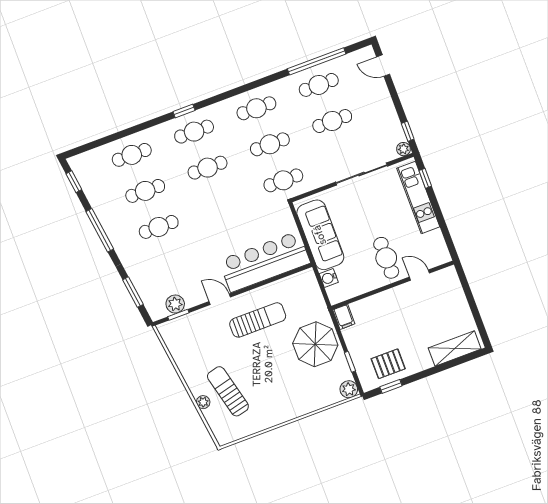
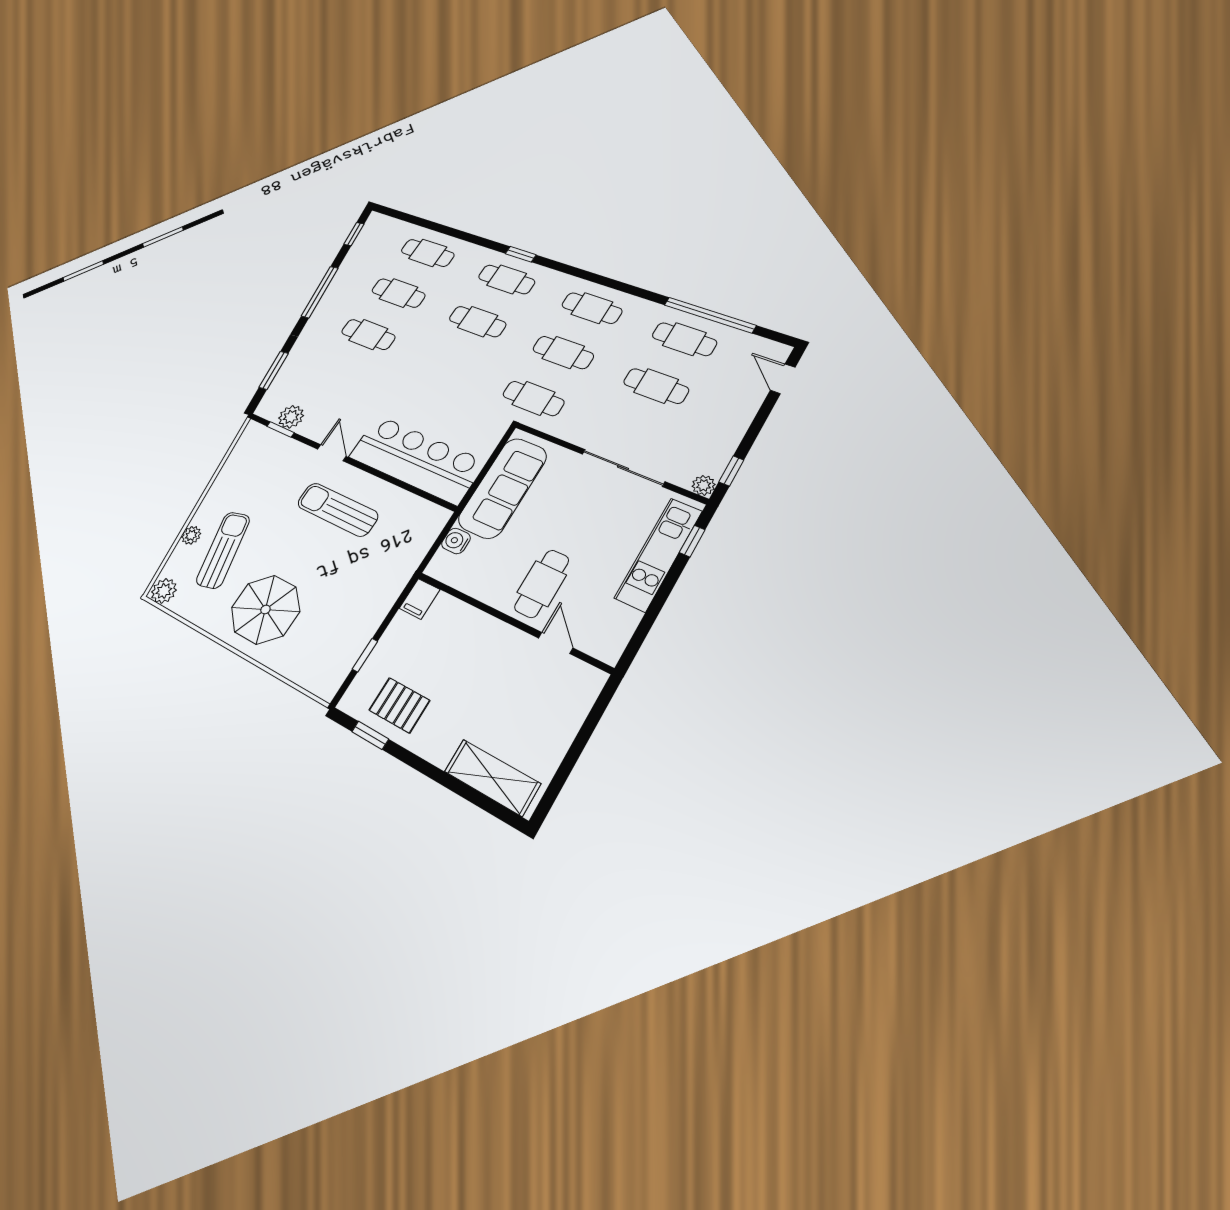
sun lounger: (258, 320) -> (338, 510), turned 180
parasol: (315, 344) -> (265, 609), moved
plant: (349, 389) -> (164, 591), moved

